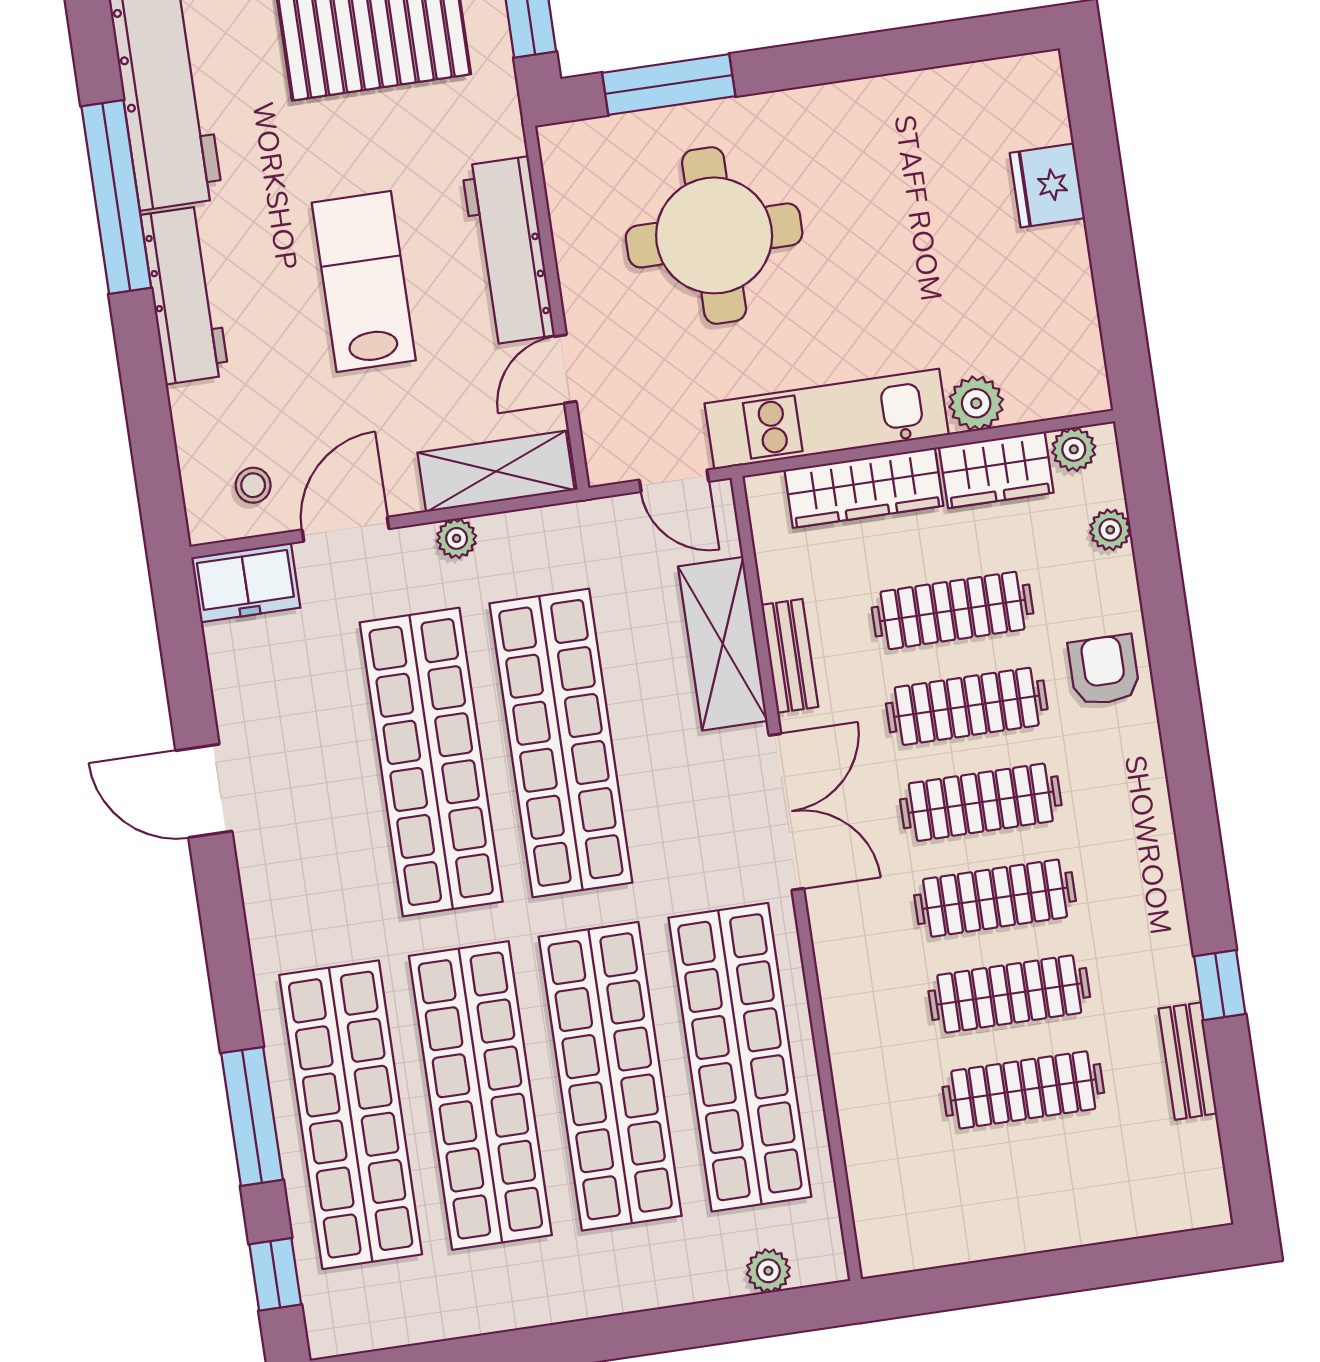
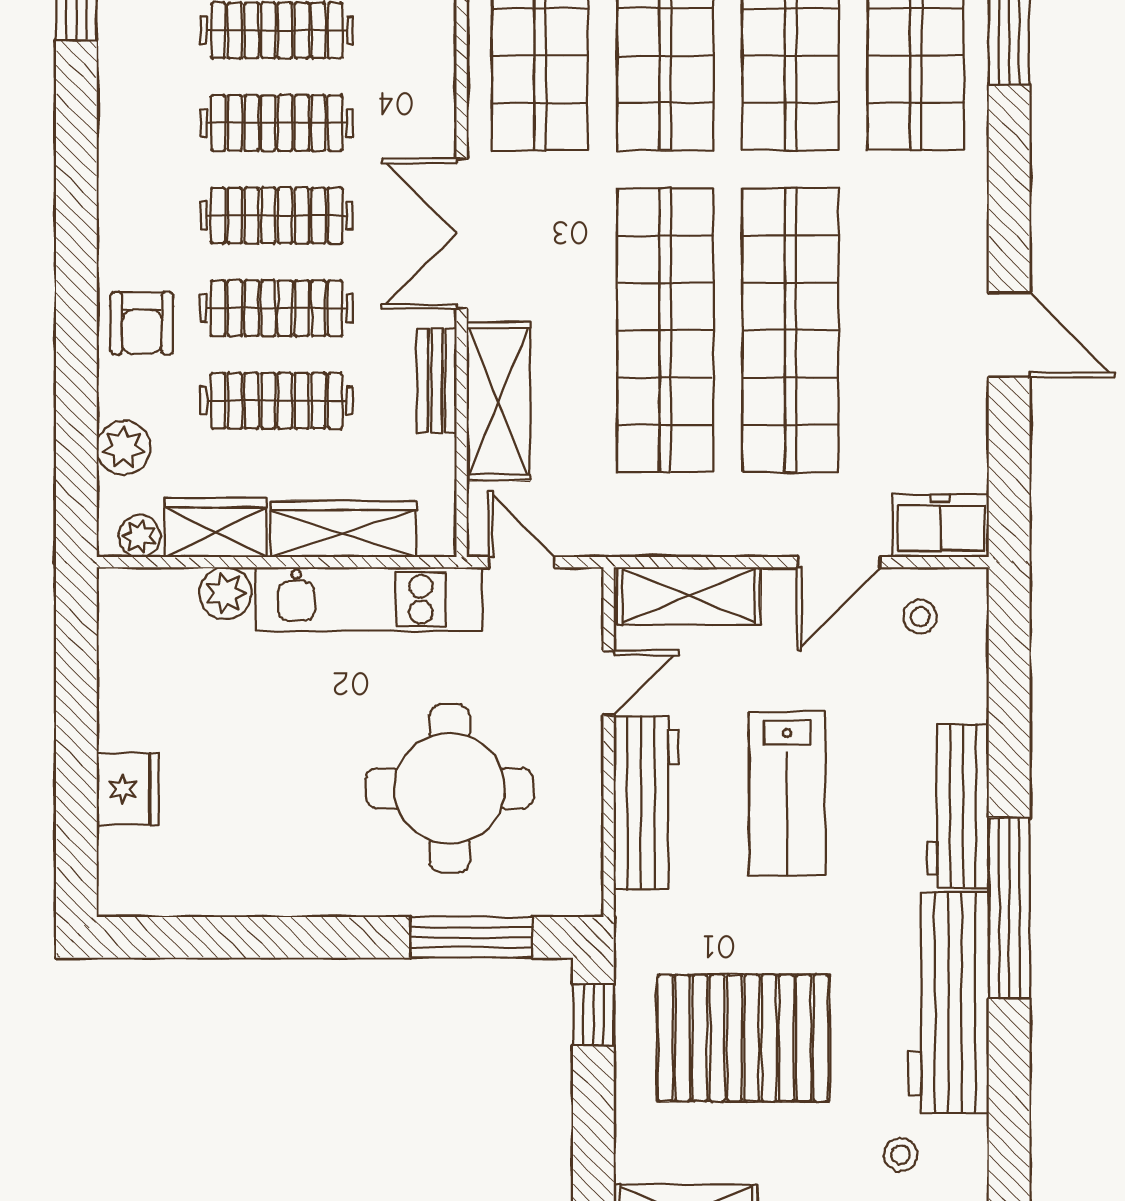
plant: (1110, 530) -> (124, 448), width x1.38, depth x1.38
plant: (457, 538) -> (735, 538), removed

